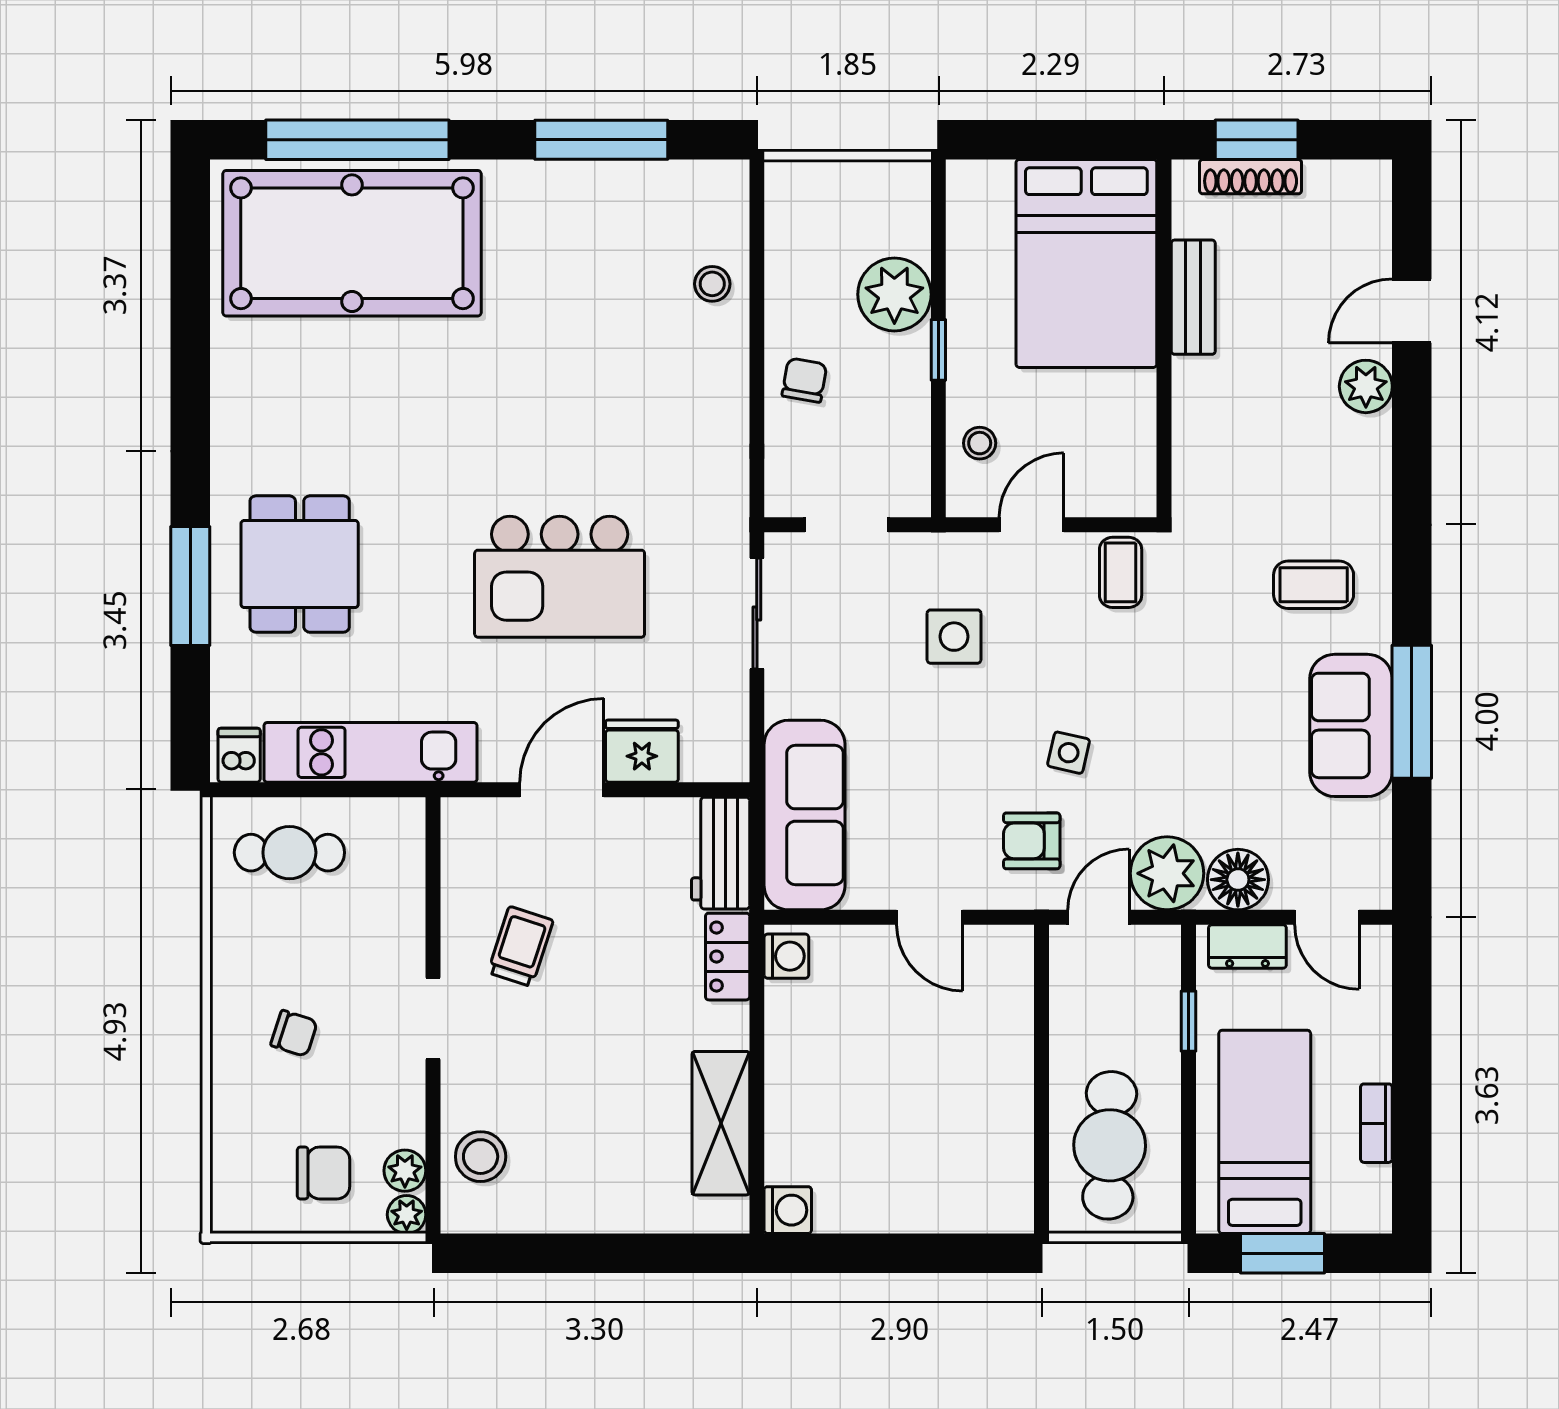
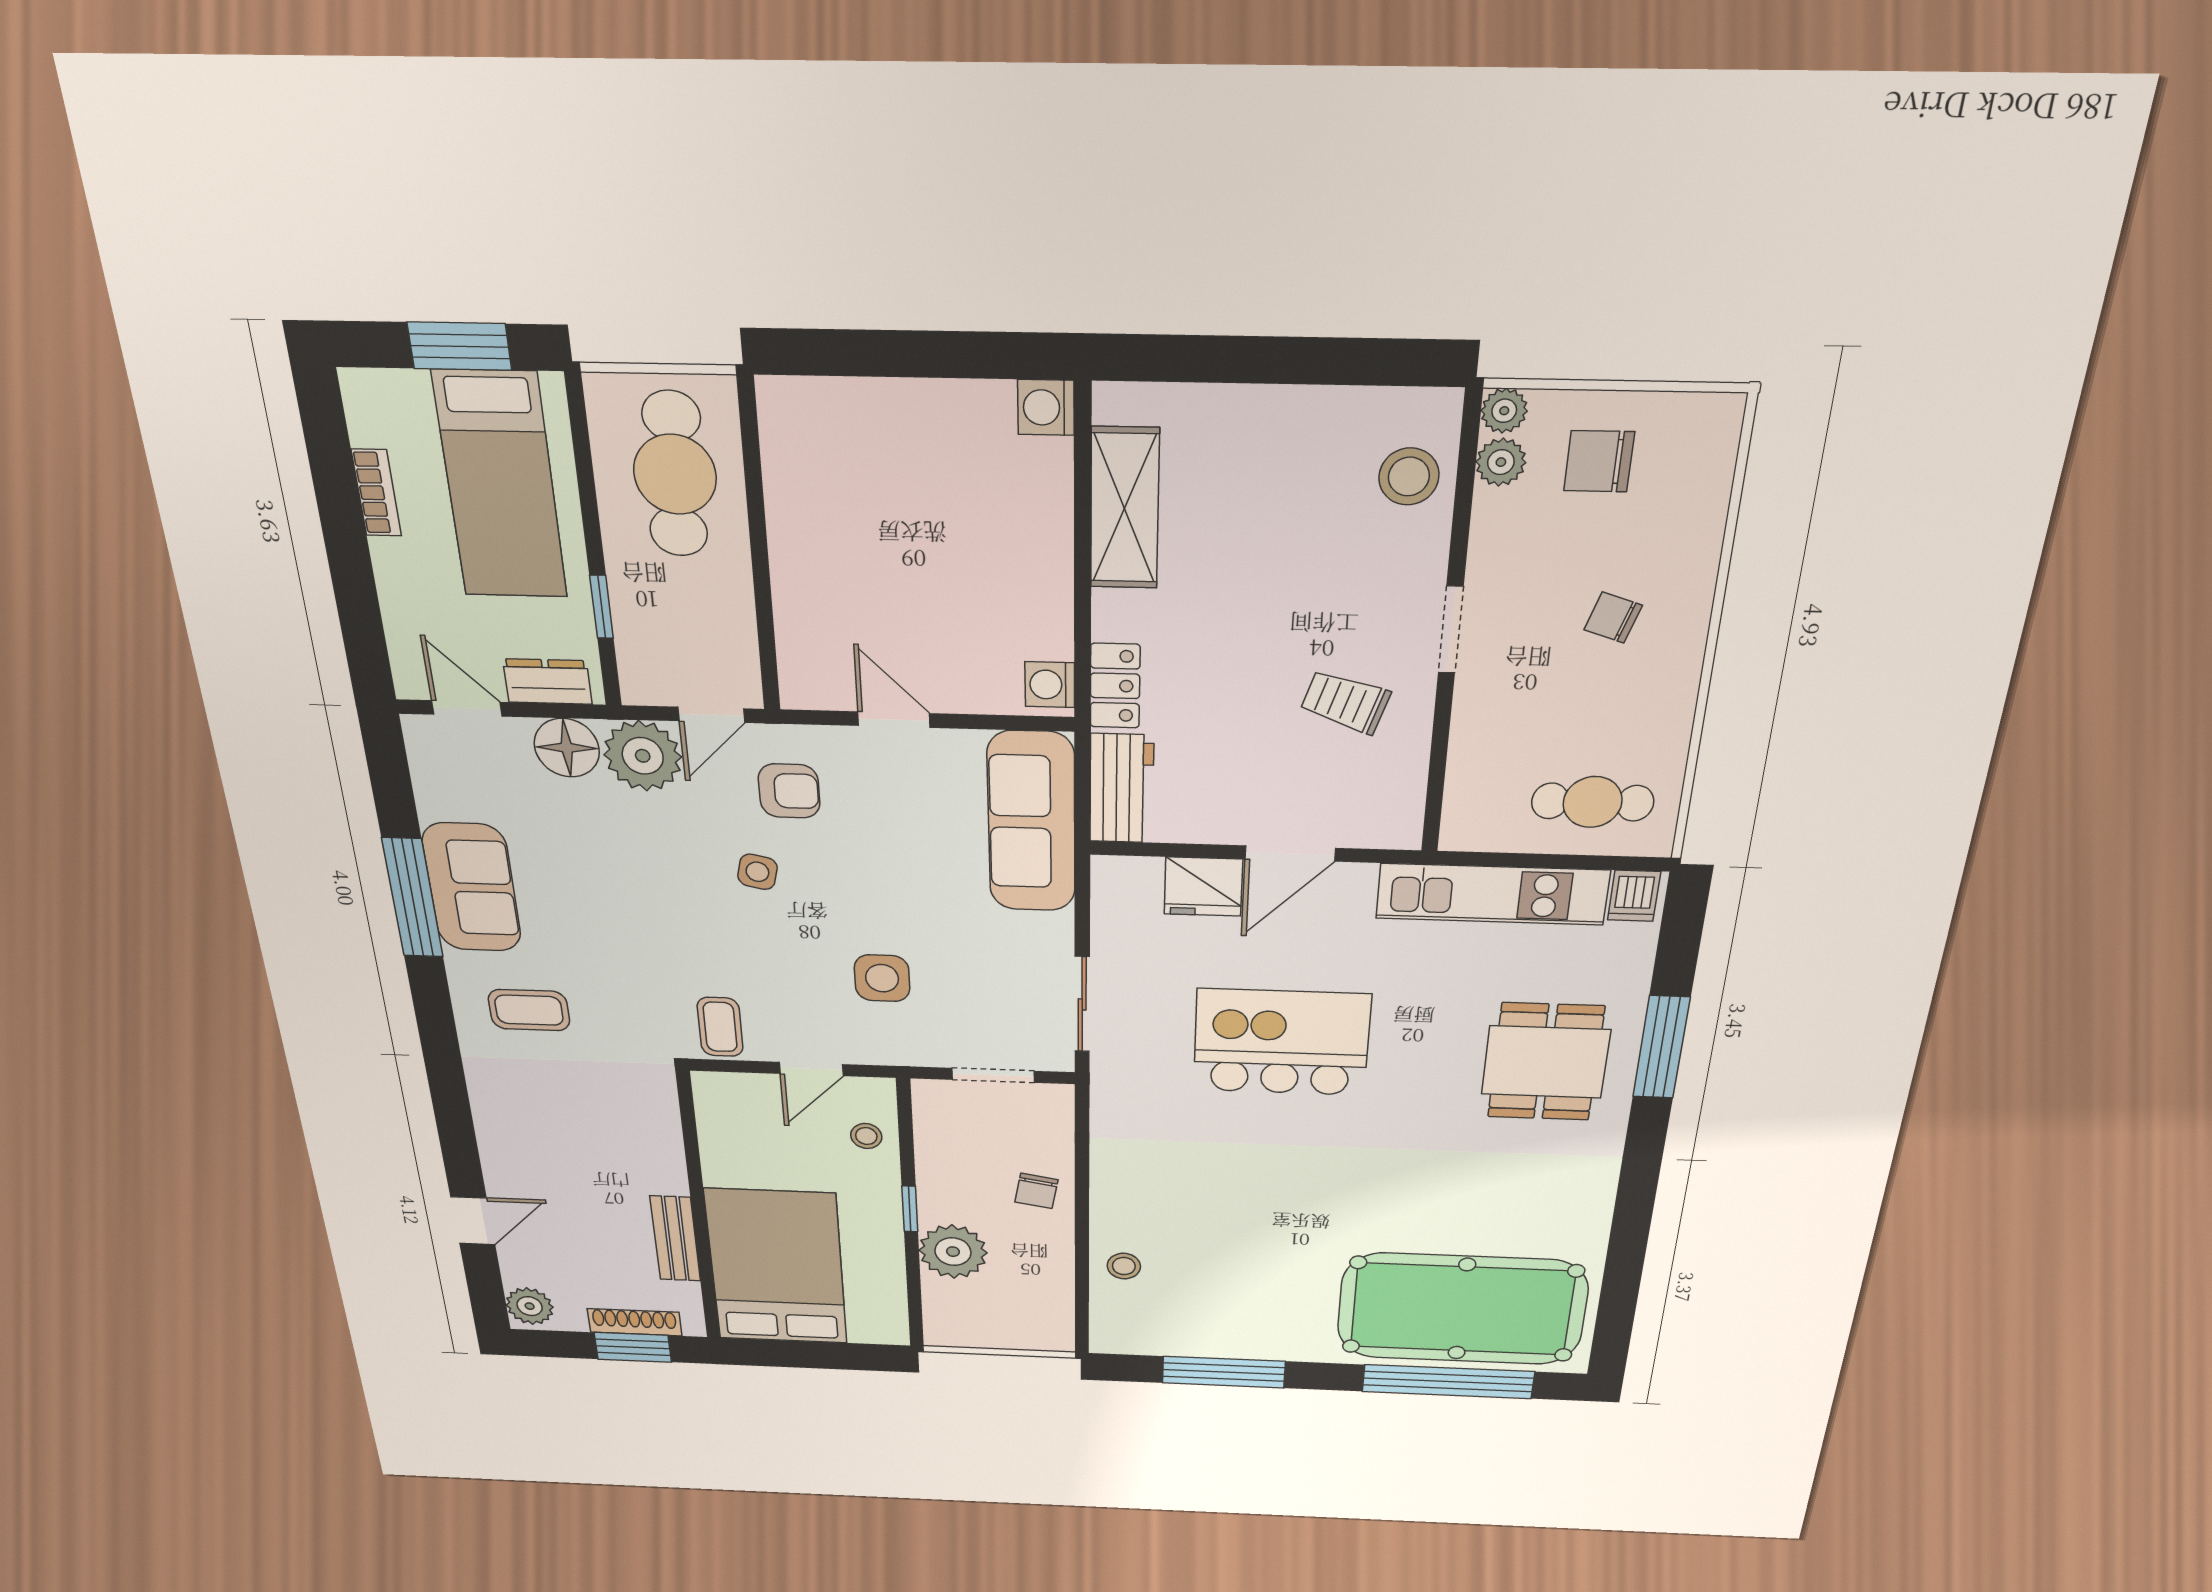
plant: (1366, 386) -> (530, 1306), moved
trolley: (521, 947) -> (1345, 702), turned 90

